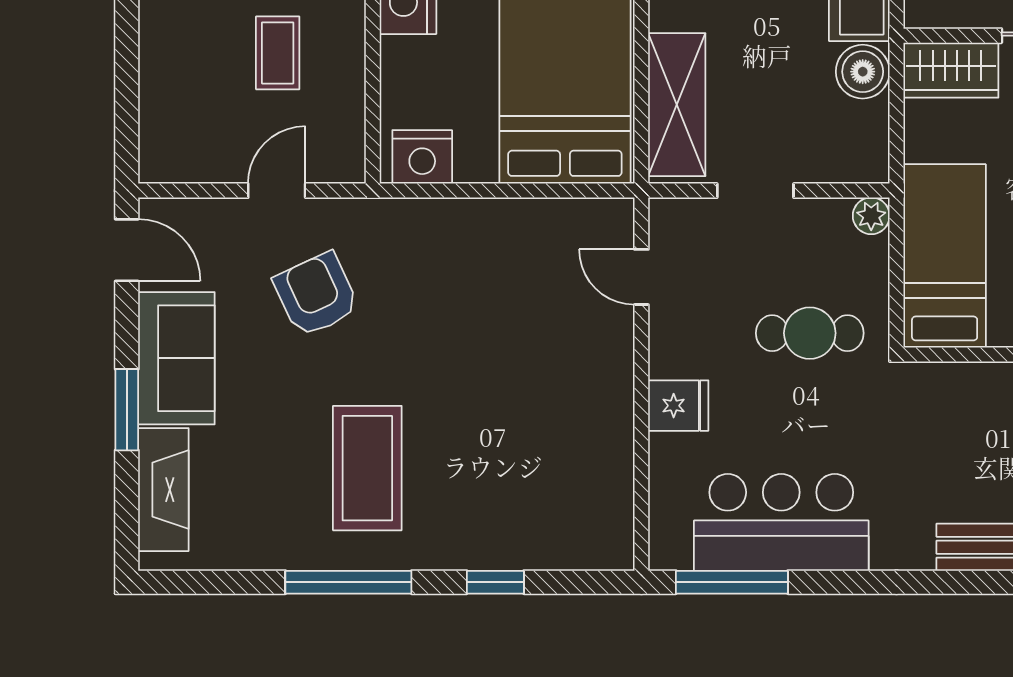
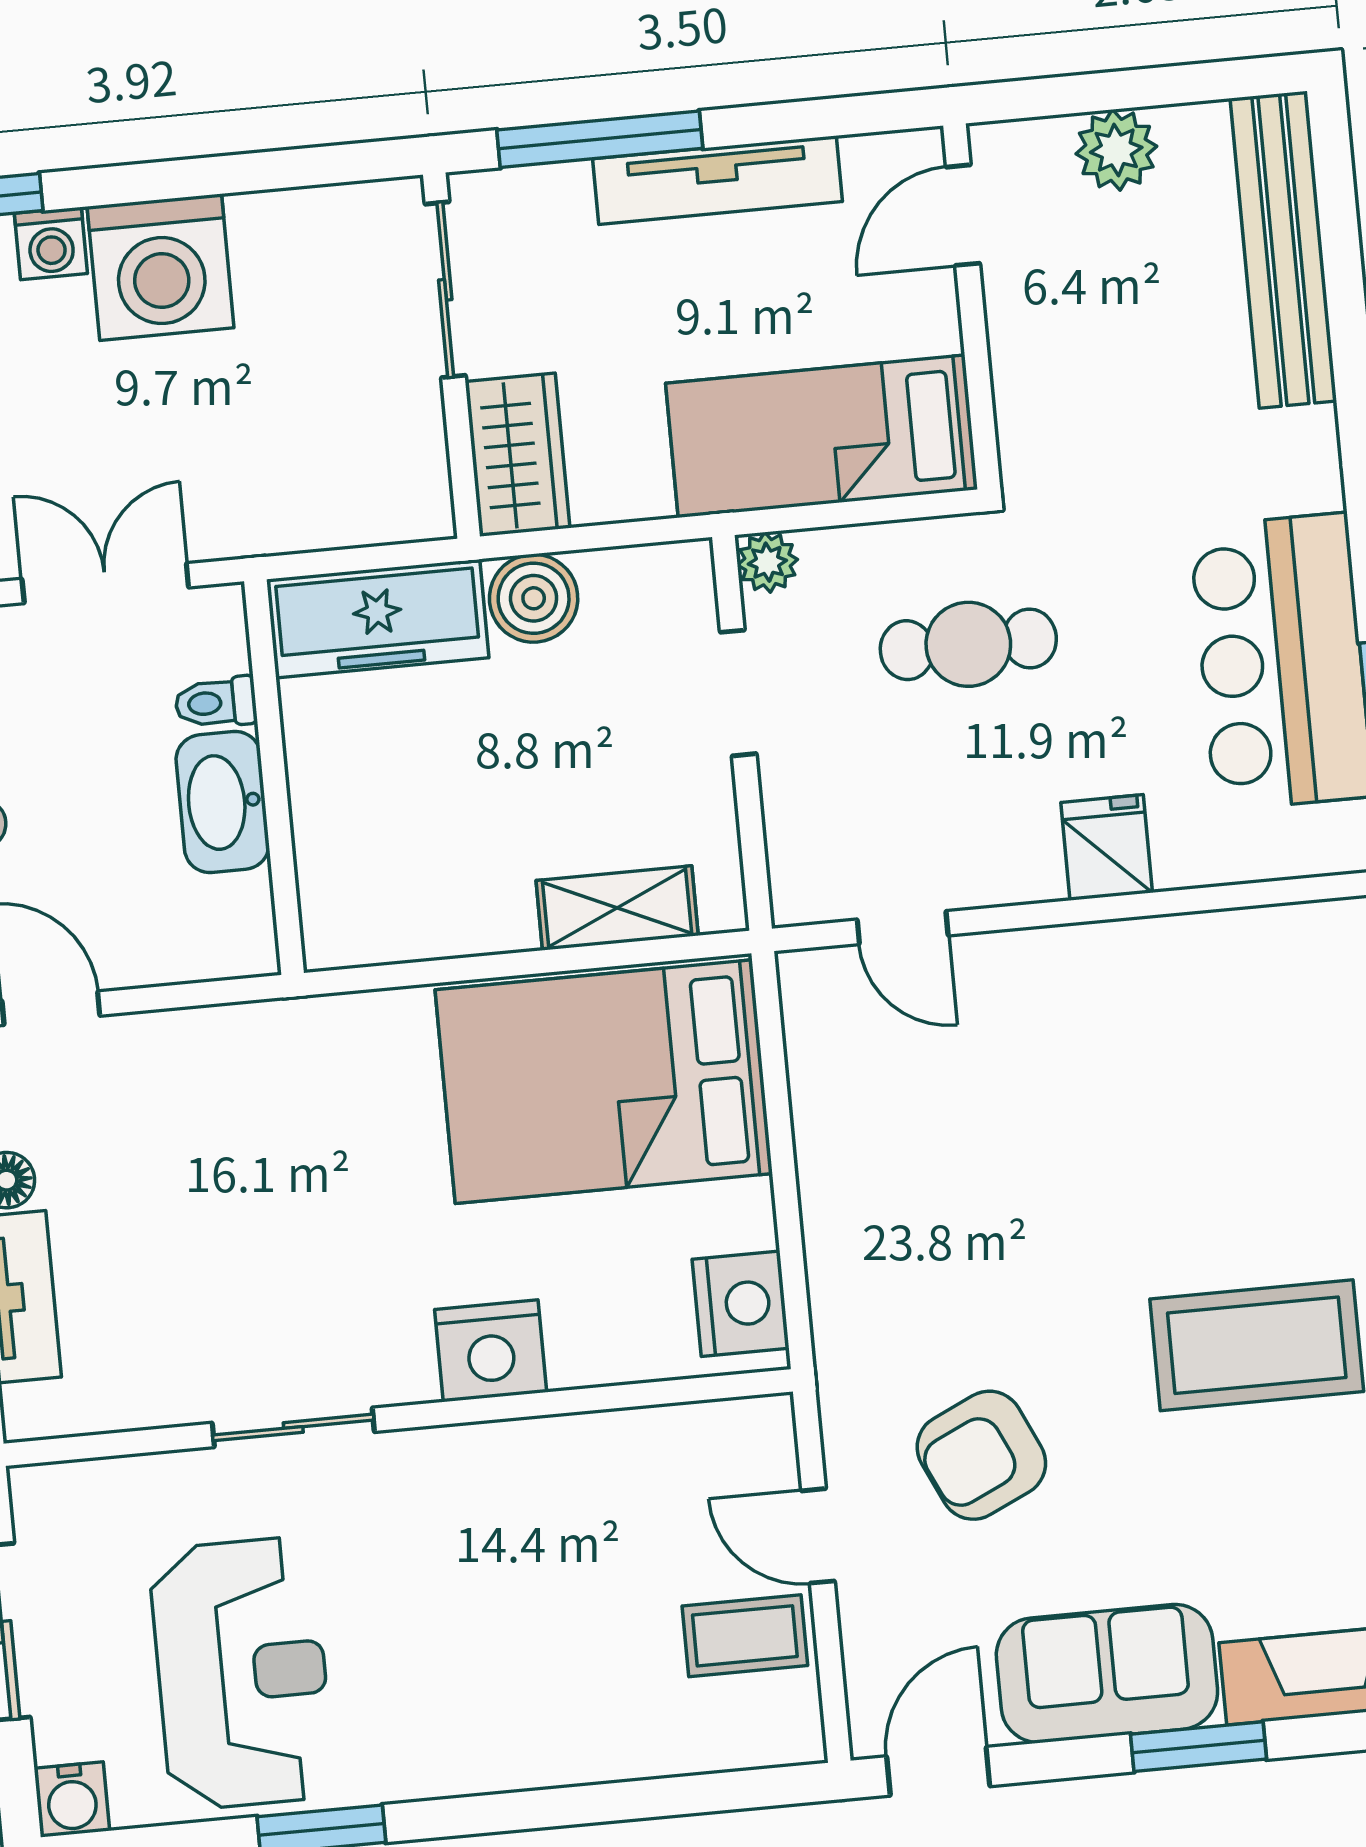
coffee table: (278, 53) -> (745, 1636), moved
shelving: (677, 105) -> (617, 908), width x0.67, depth x0.75
doorway: (755, 191) -> (738, 693), moved
door: (641, 277) -> (903, 928), hinge flipped
cafe table: (810, 333) -> (968, 644), turned 90

